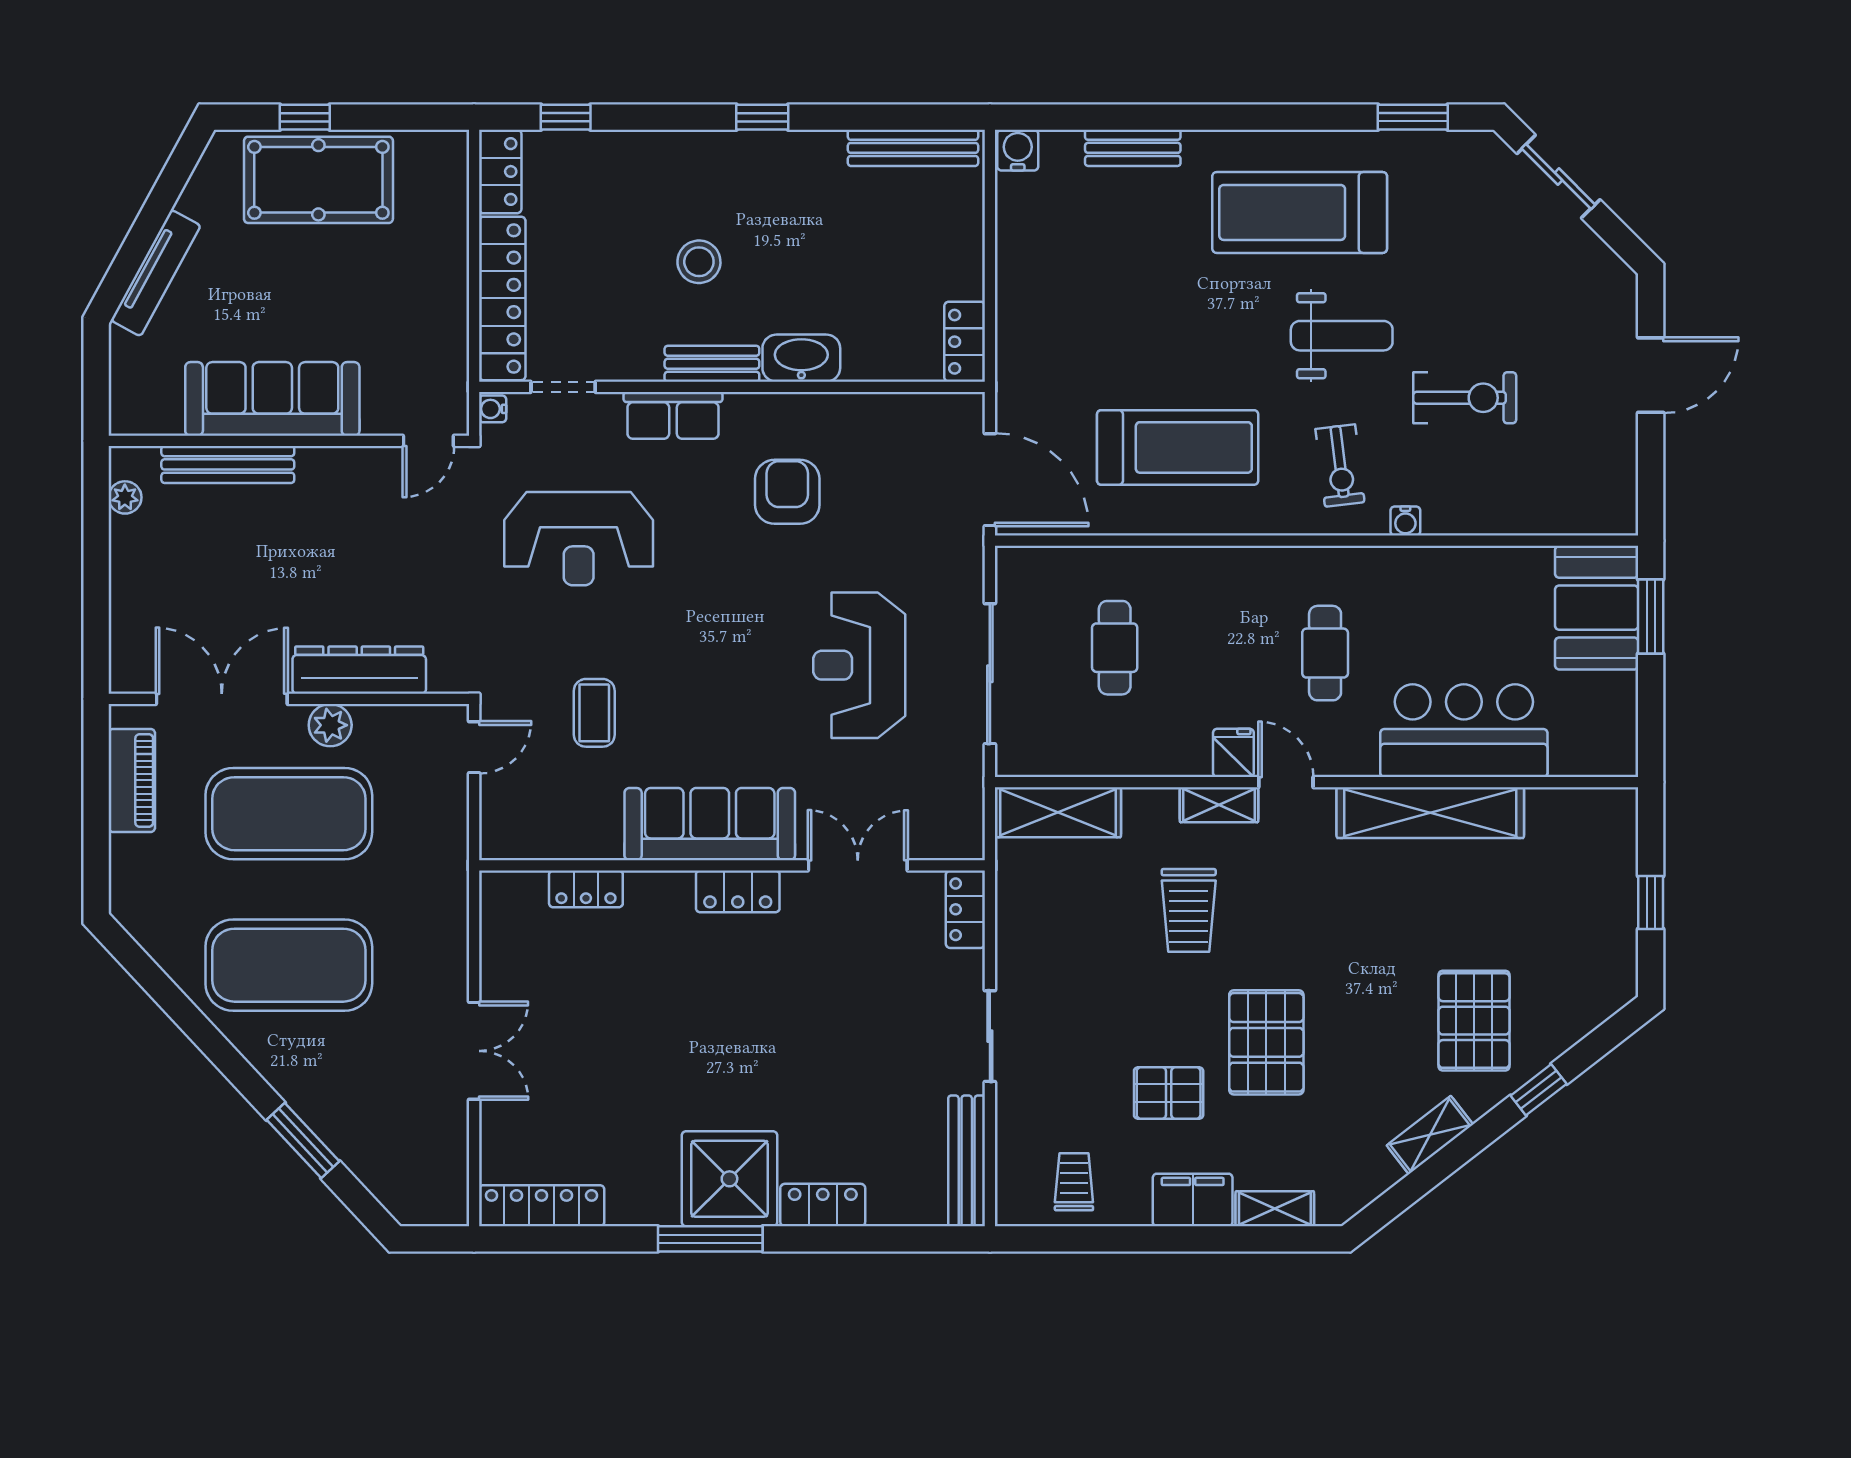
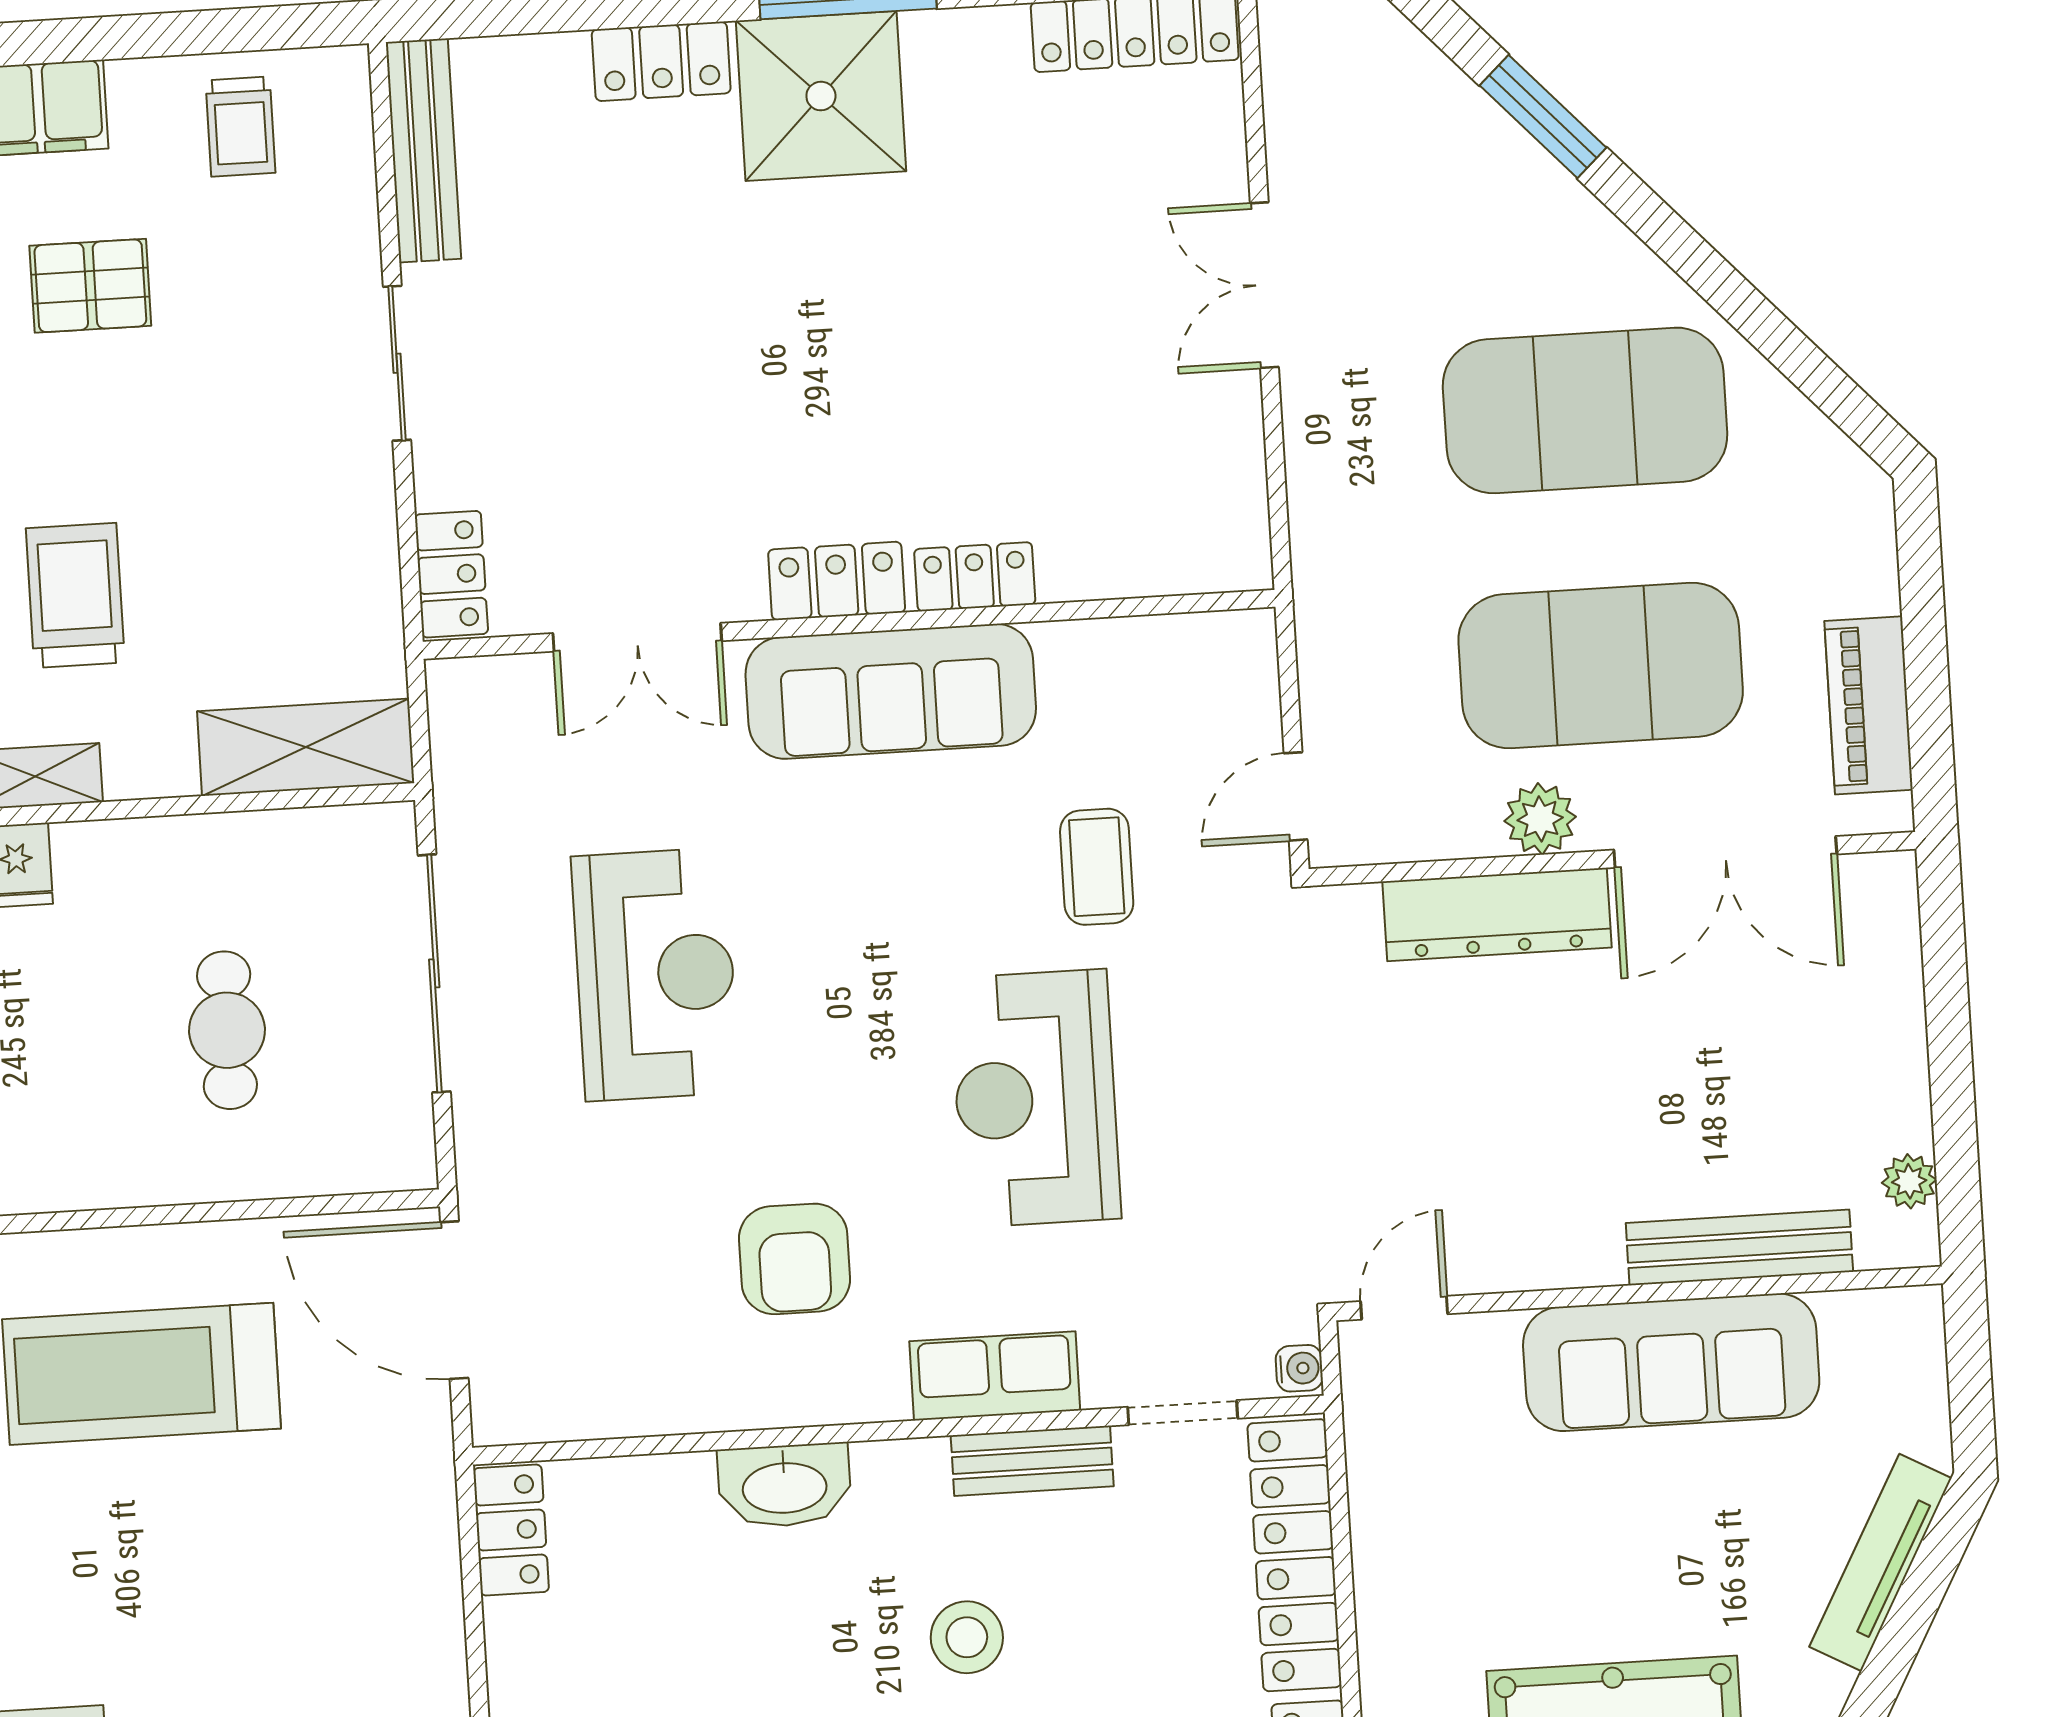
bench: (712, 364) -> (1032, 1461), moved
reception desk: (579, 539) -> (1035, 1098), moved, turned -90
locker: (586, 889) -> (975, 577), moved

